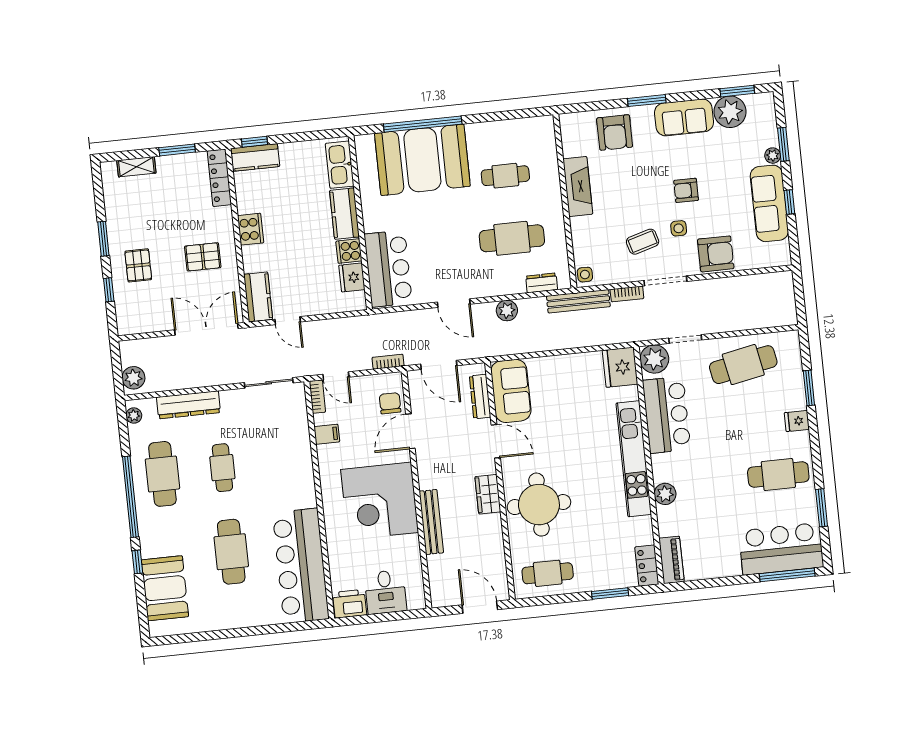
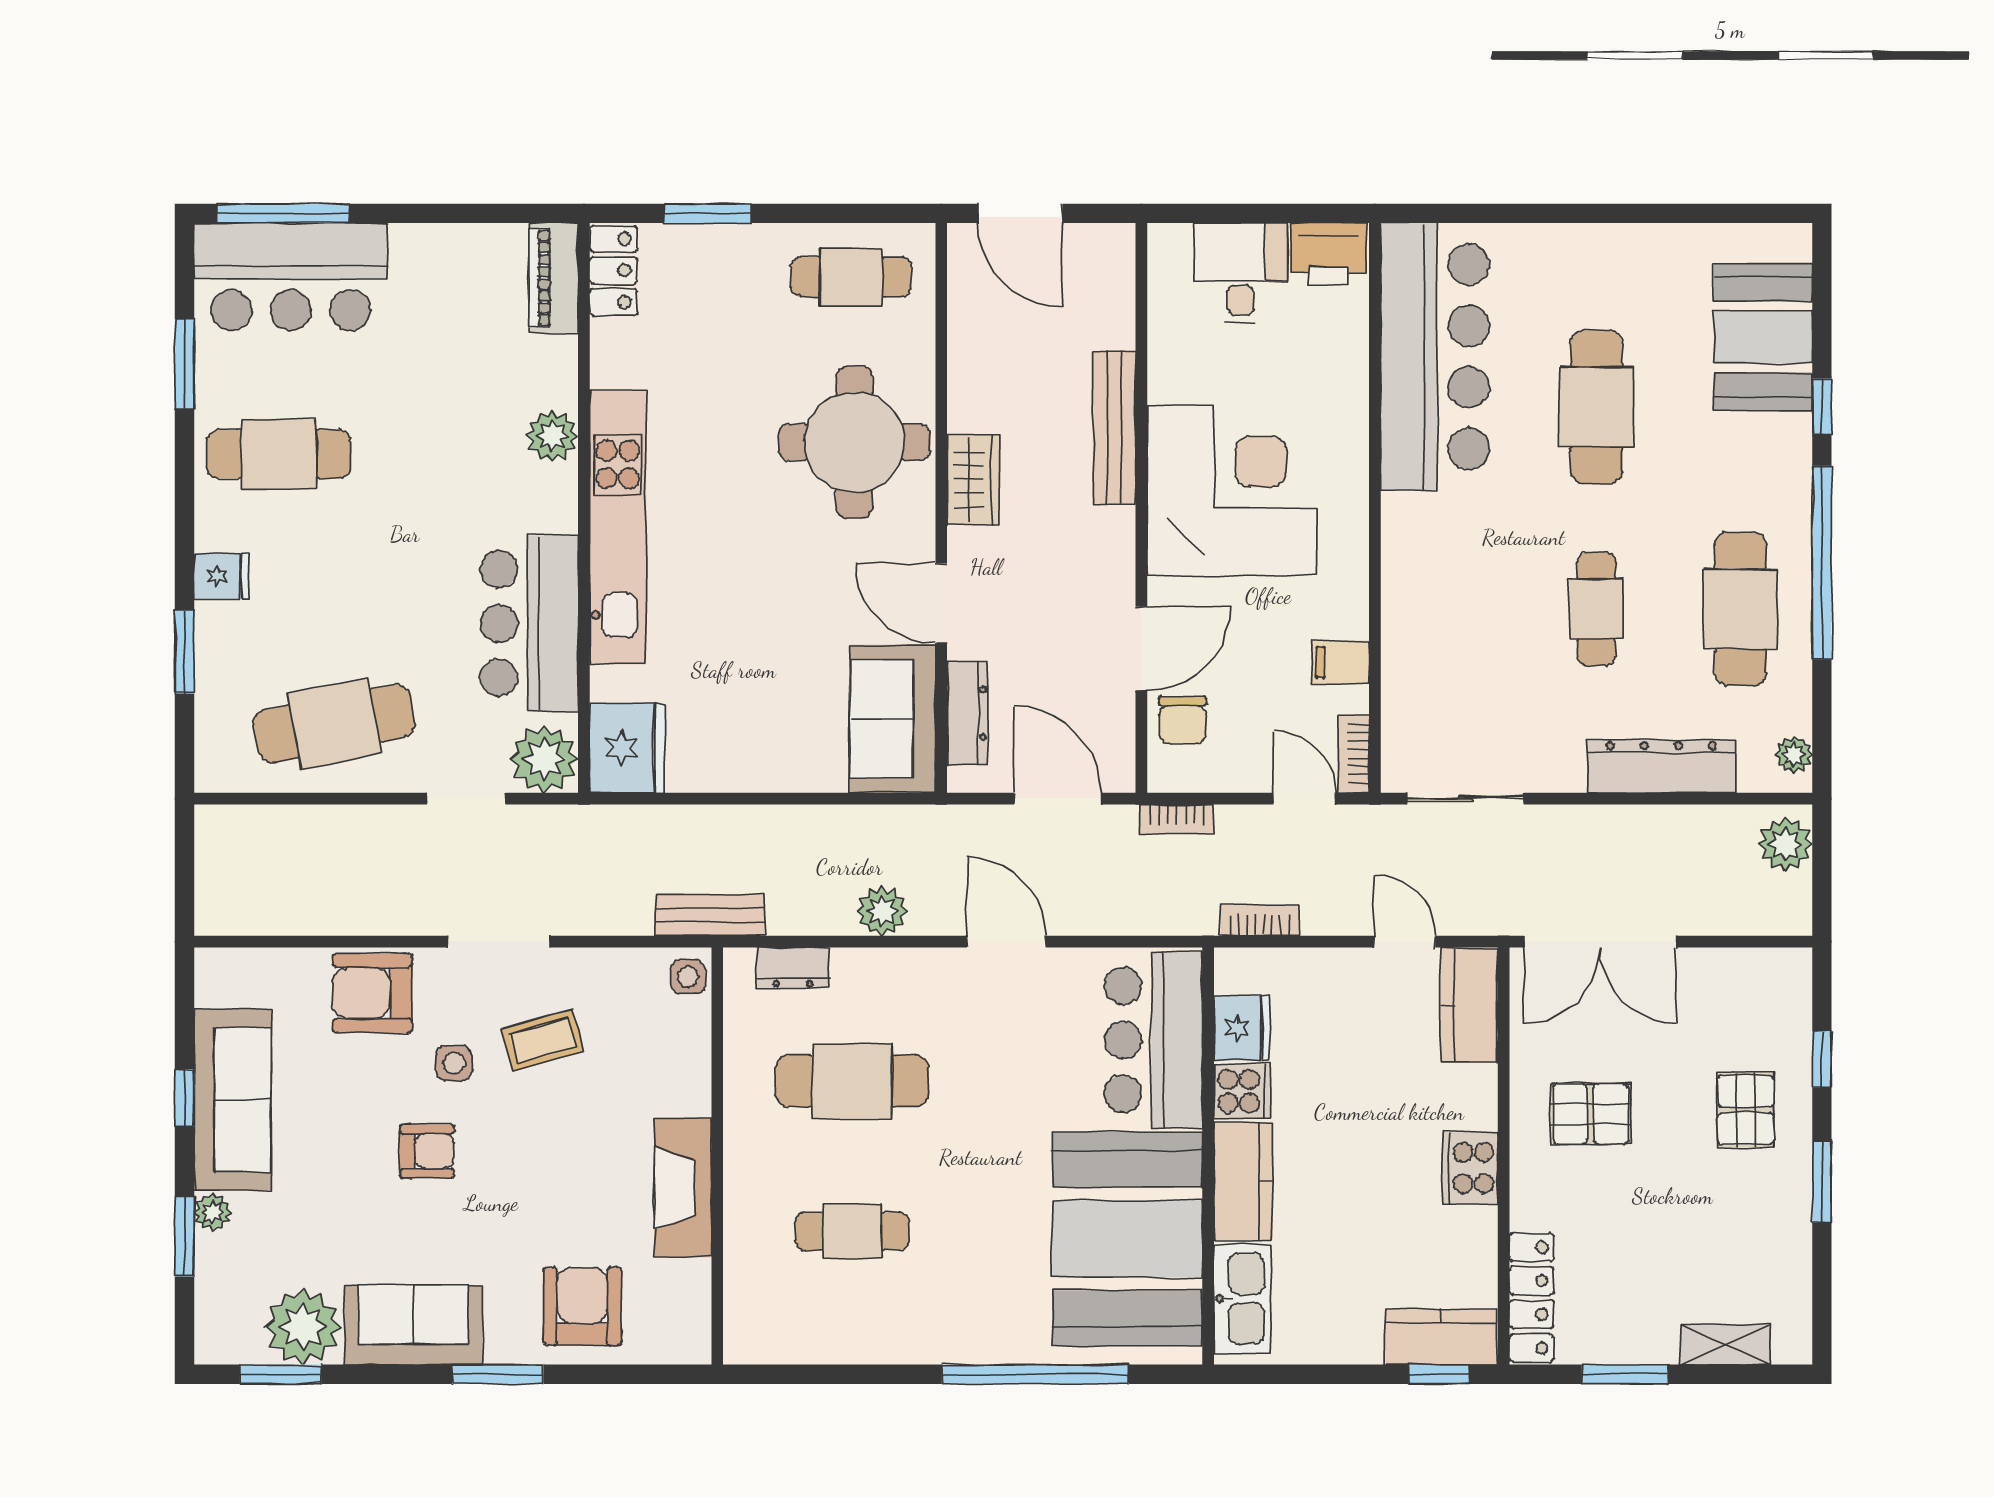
booth: (422, 160) -> (1127, 1239), moved, turned 90
bookcase: (627, 294) -> (1259, 920), moved
bench: (578, 301) -> (710, 915), width x0.73

